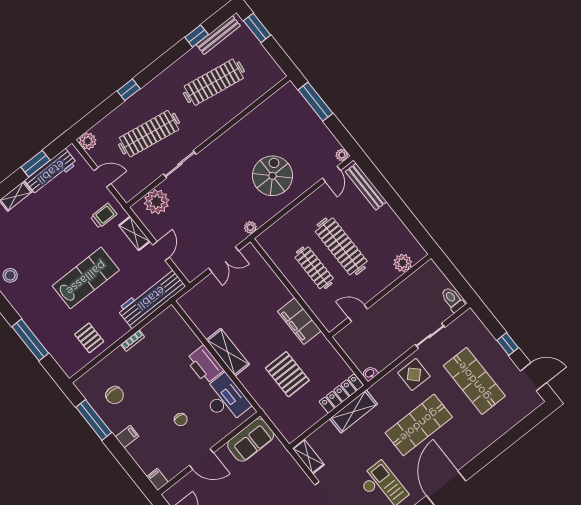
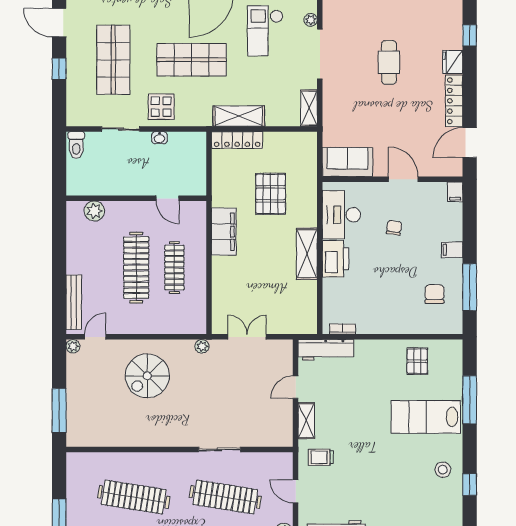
plant: (157, 202) -> (265, 433), removed
lab bench: (86, 278) -> (426, 417), moved
workbench: (151, 298) -> (326, 350), width x0.73, depth x0.76
bookcase: (133, 341) -> (342, 329), moved
washbasin: (370, 374) -> (159, 138), moved

